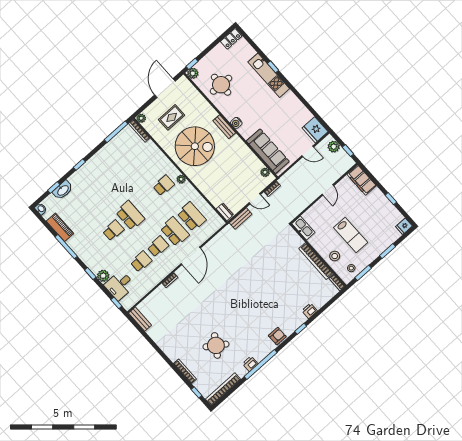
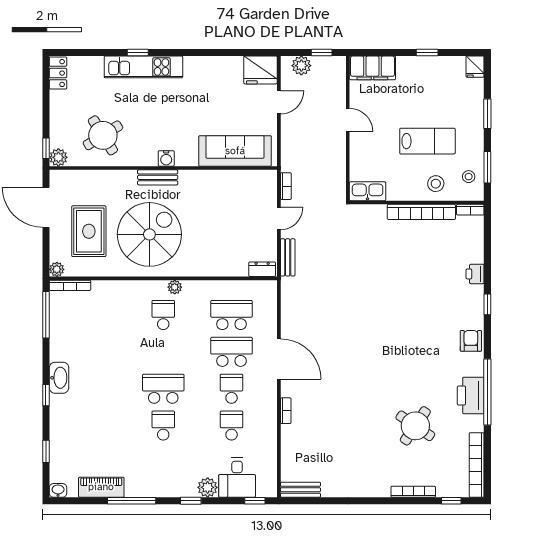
round table: (221, 85) -> (103, 135), turned -33
rug: (172, 117) -> (89, 231), width x1.36, depth x1.43
plant: (265, 172) -> (258, 177), removed
washbasin: (63, 190) -> (59, 378), moved
printer: (250, 364) -> (471, 395), width x1.87, depth x1.48

